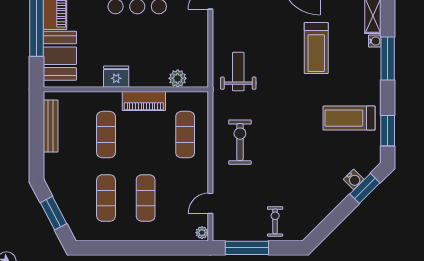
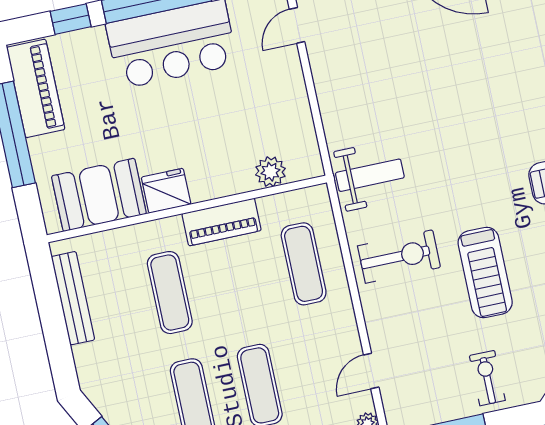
treadmill: (316, 48) -> (485, 273), moved
booth: (60, 56) -> (99, 195), moved, turned 90
weight bench: (238, 72) -> (370, 175), moved, turned 90
exercise bike: (240, 142) -> (399, 257), turned 90

